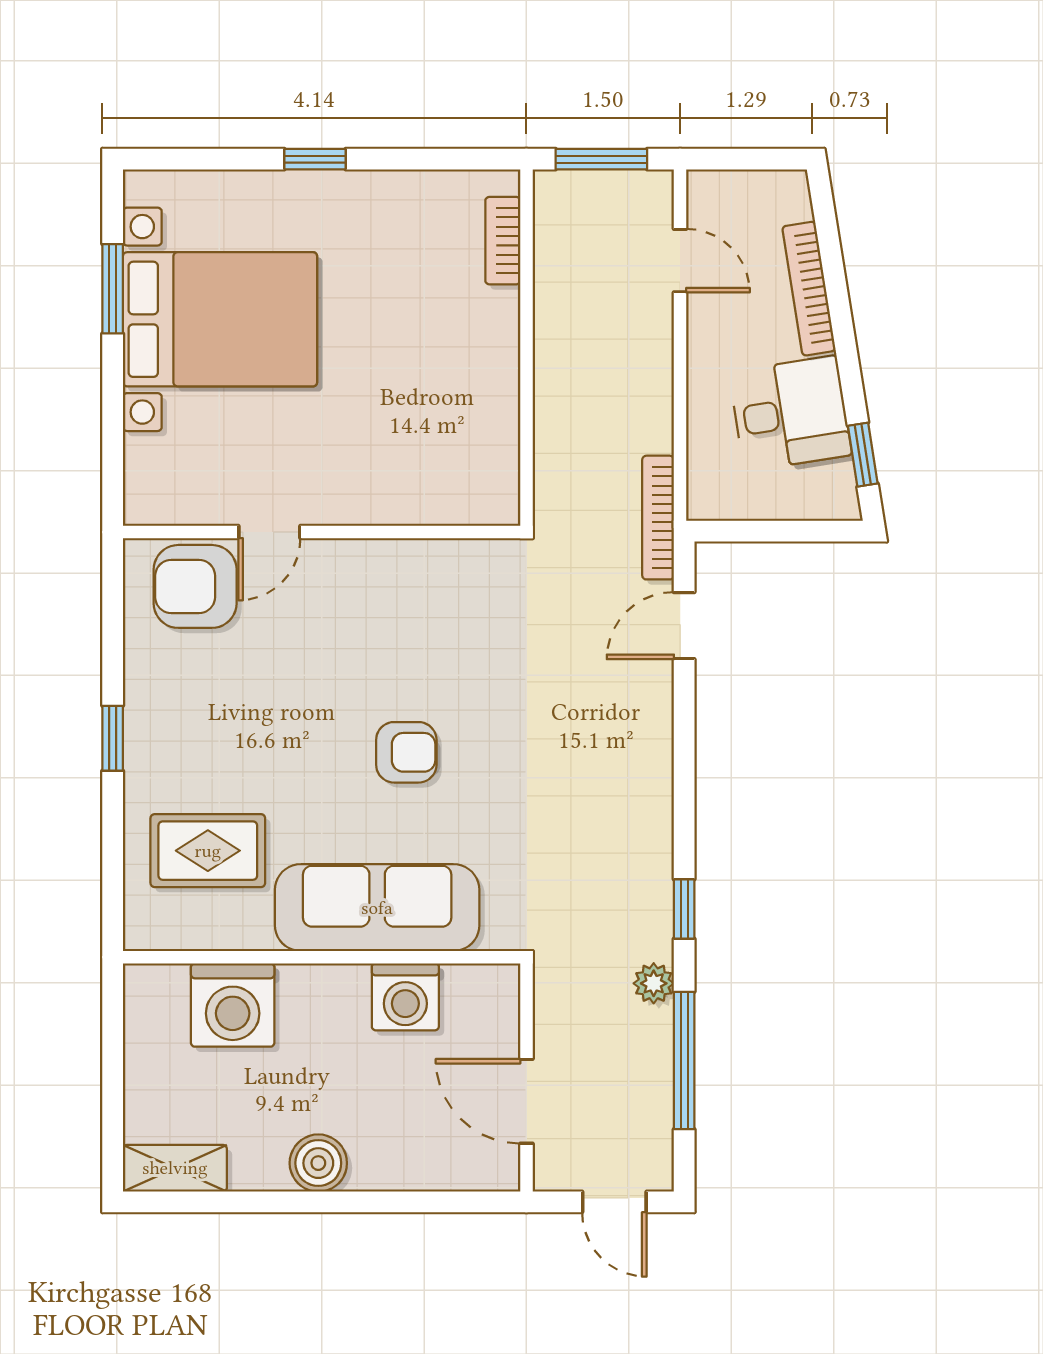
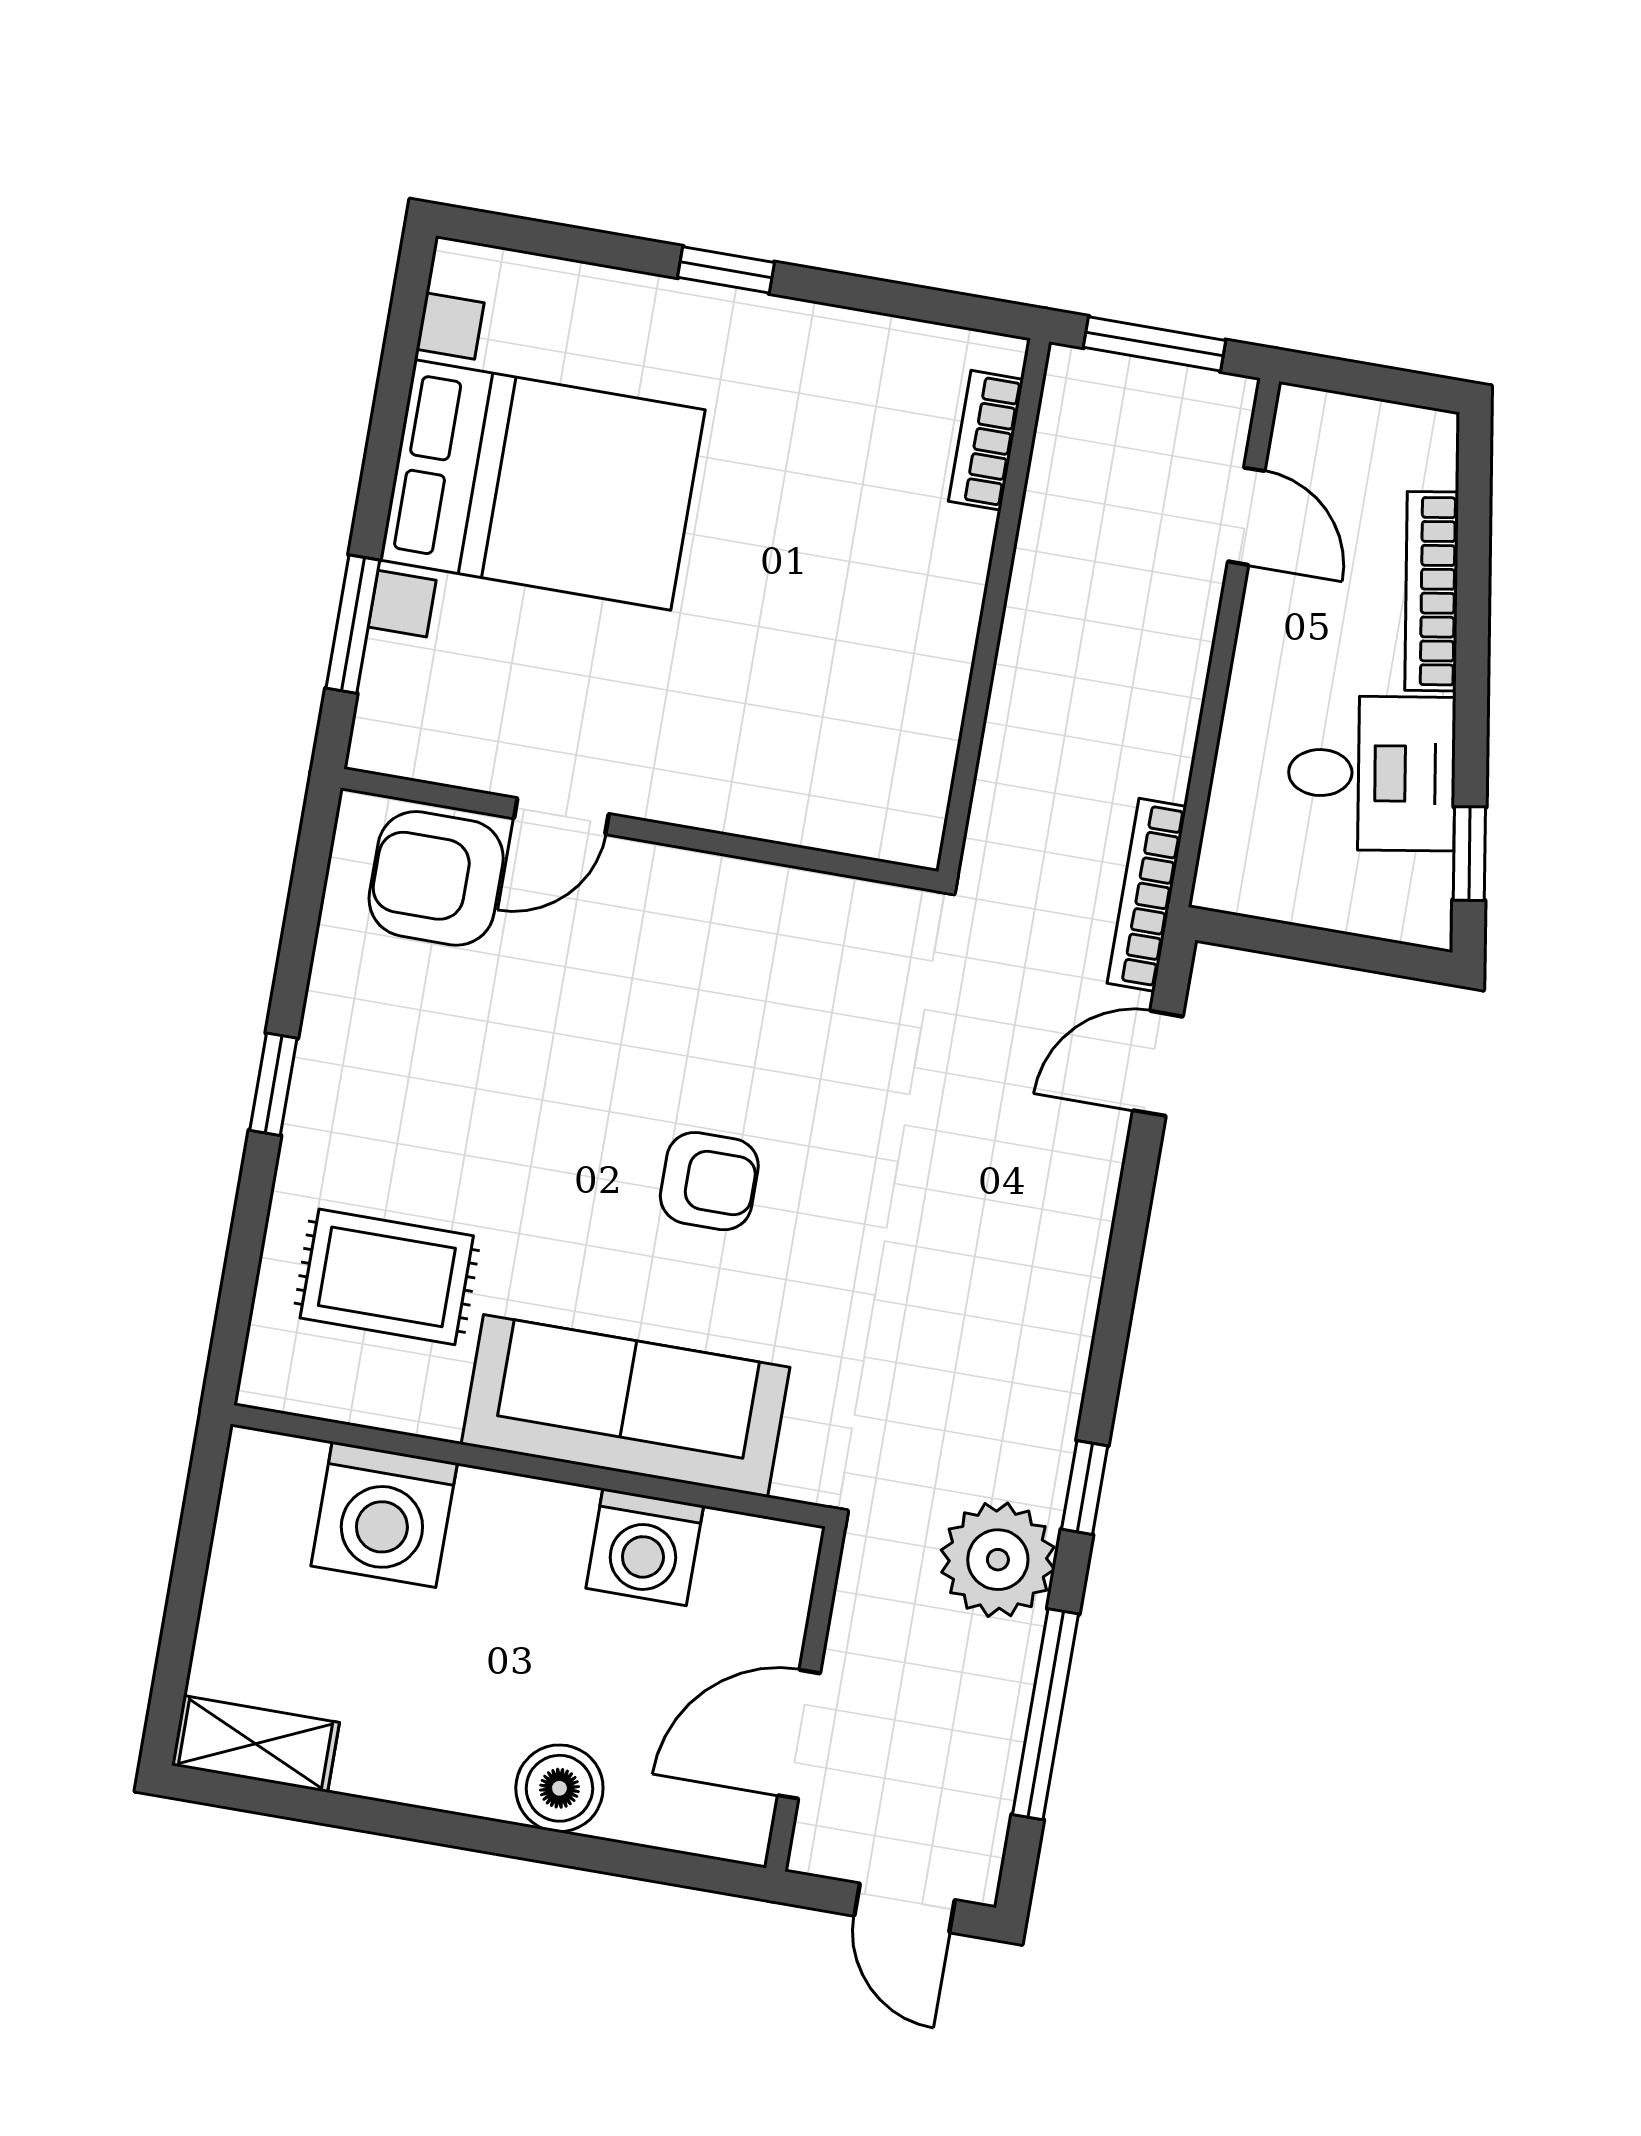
window: (113, 289) -> (353, 624), moved
plant: (654, 983) -> (998, 1560), width x1.88, depth x1.88
door: (526, 1101) -> (799, 1734), hinge flipped
boiler: (318, 1163) -> (559, 1788), moved

